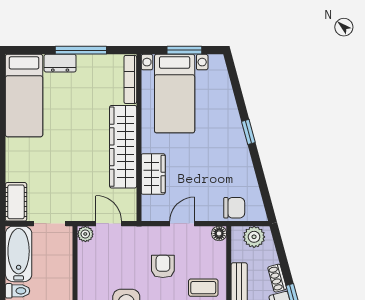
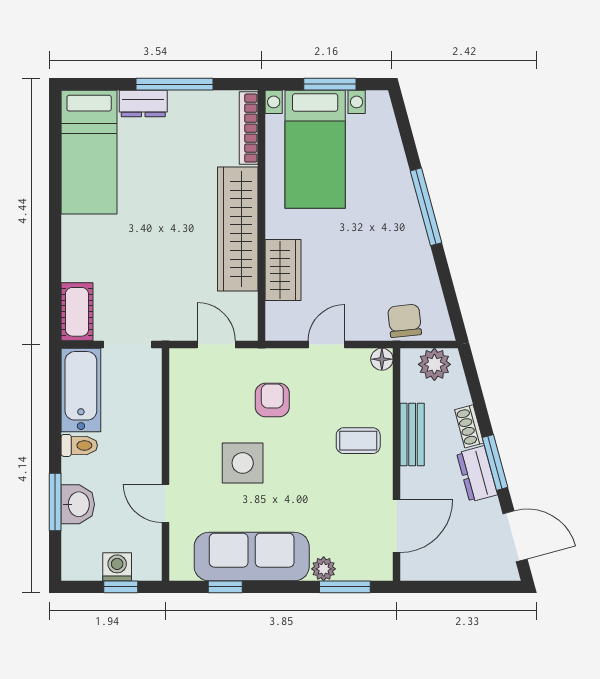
window: (248, 132) -> (426, 207), width x2.17
chair: (234, 208) -> (405, 321), turned -96
plant: (85, 234) -> (181, 360), removed
armchair: (163, 266) -> (272, 400), moved

